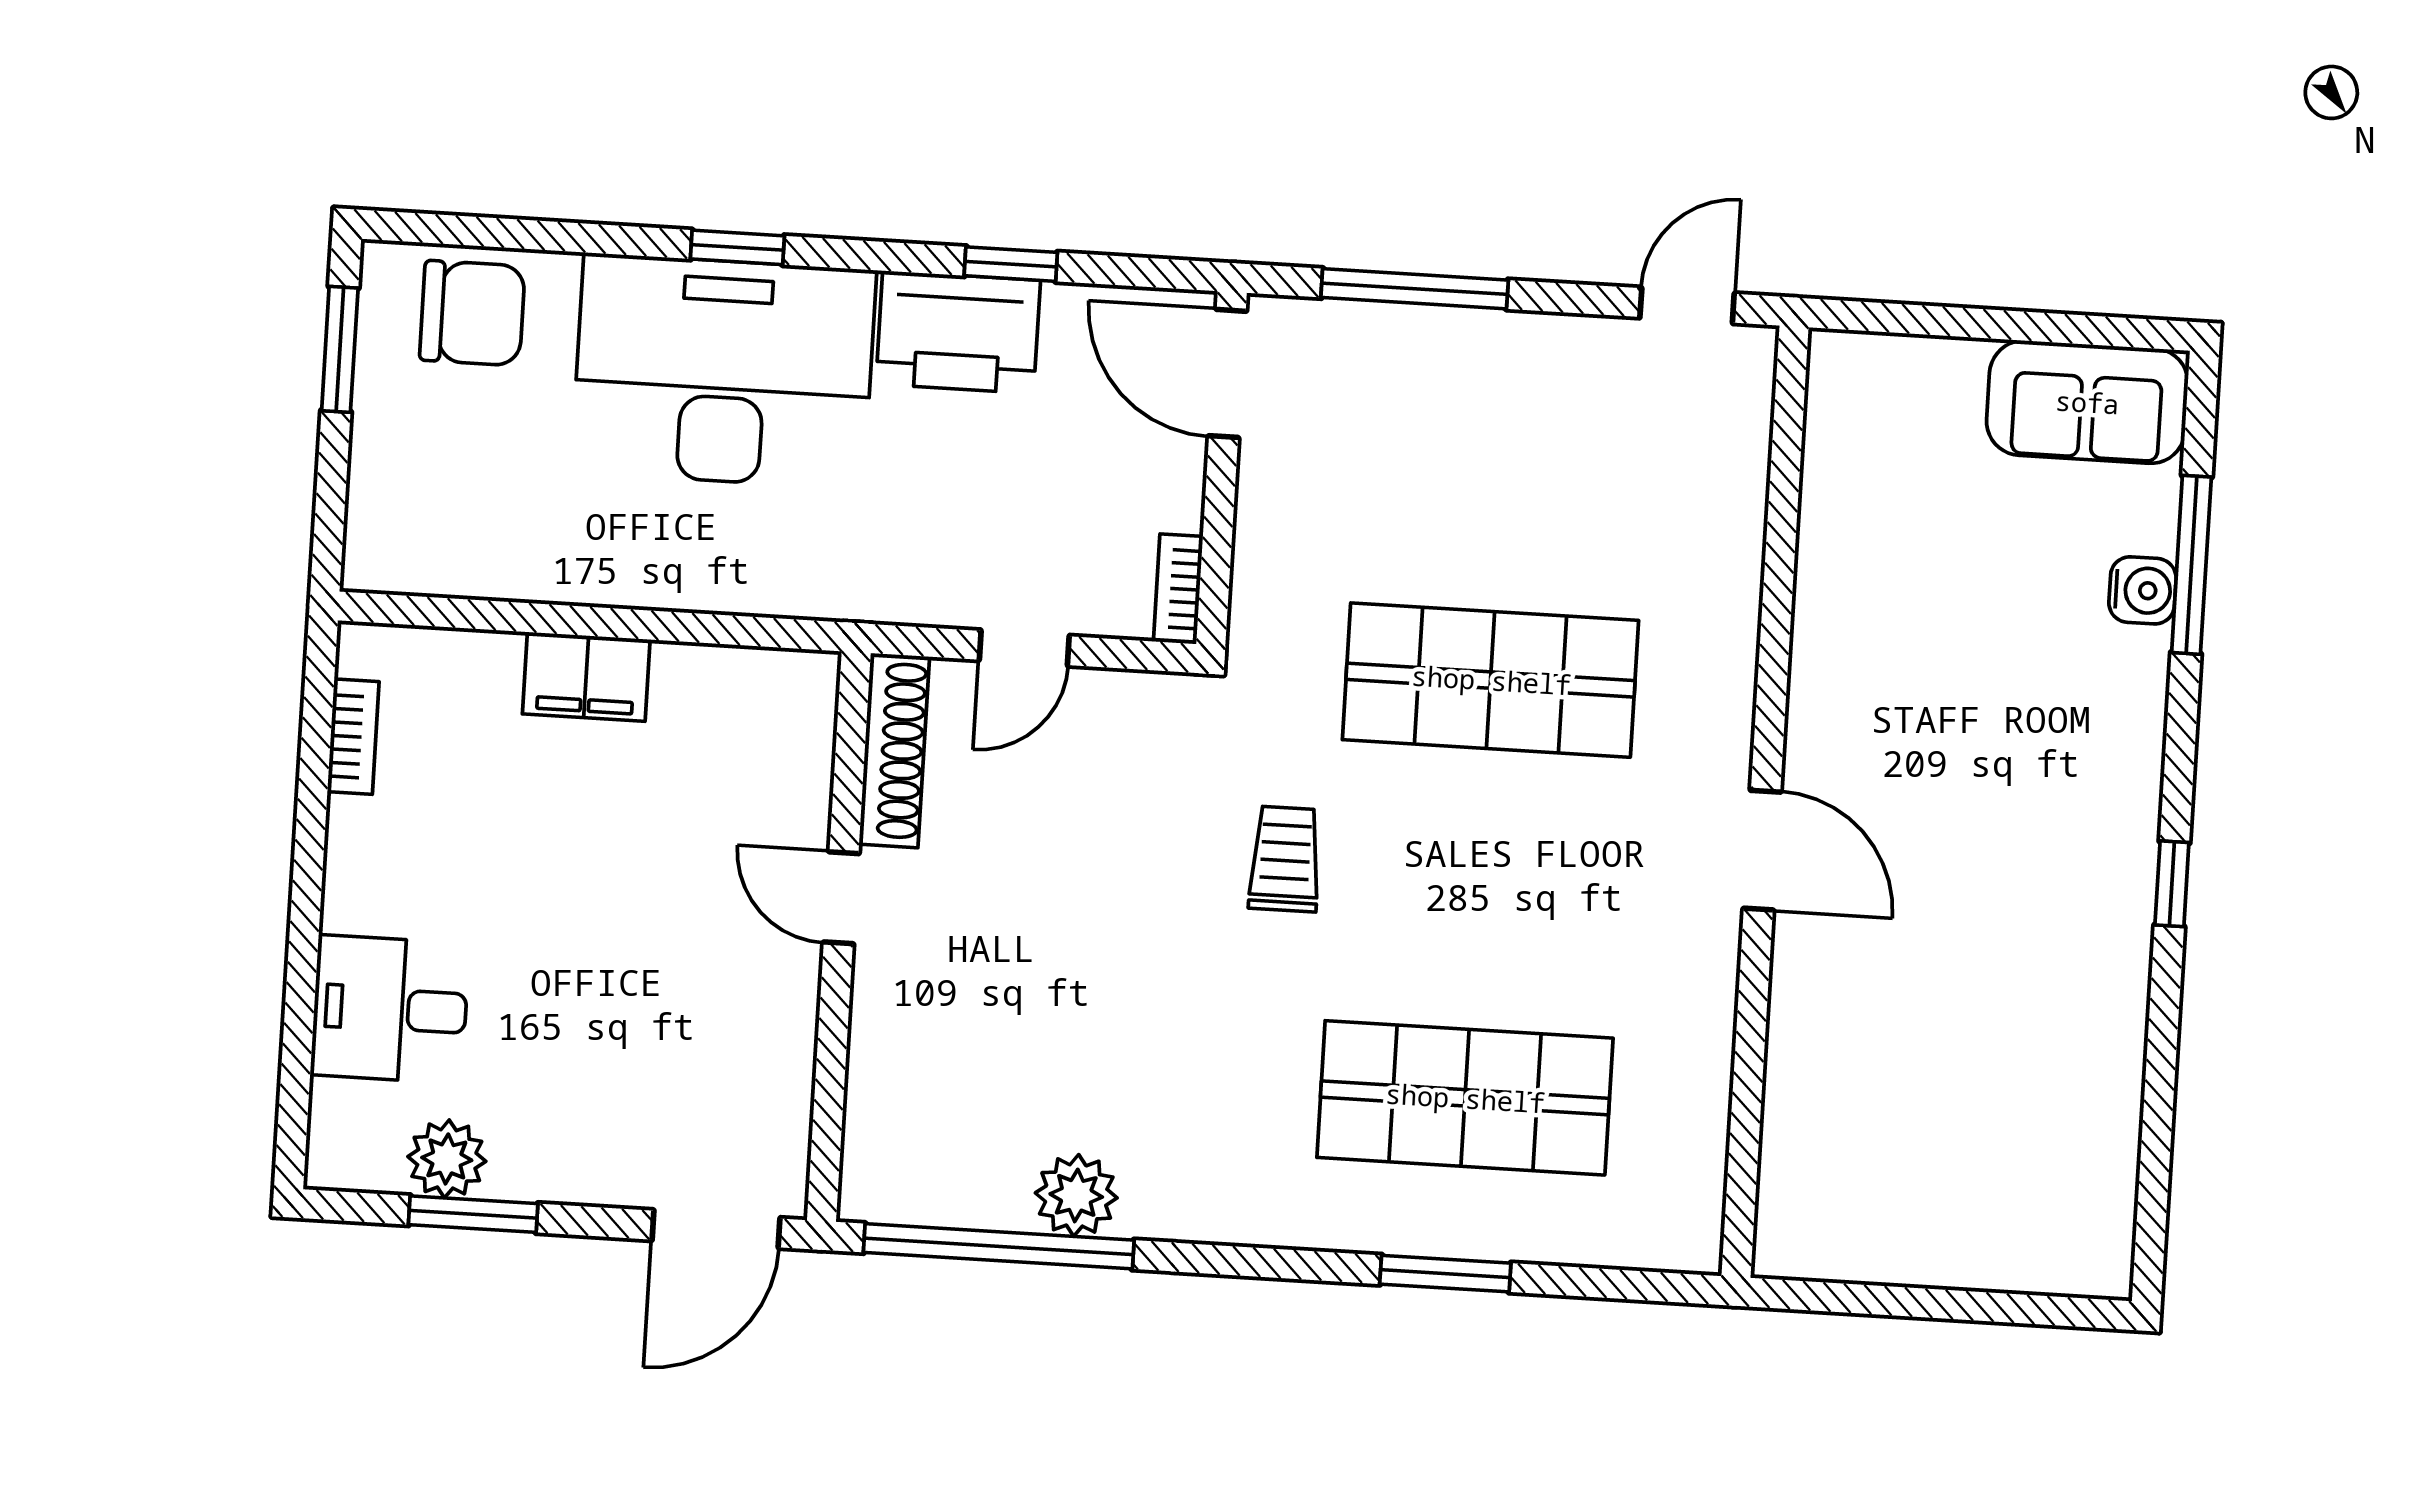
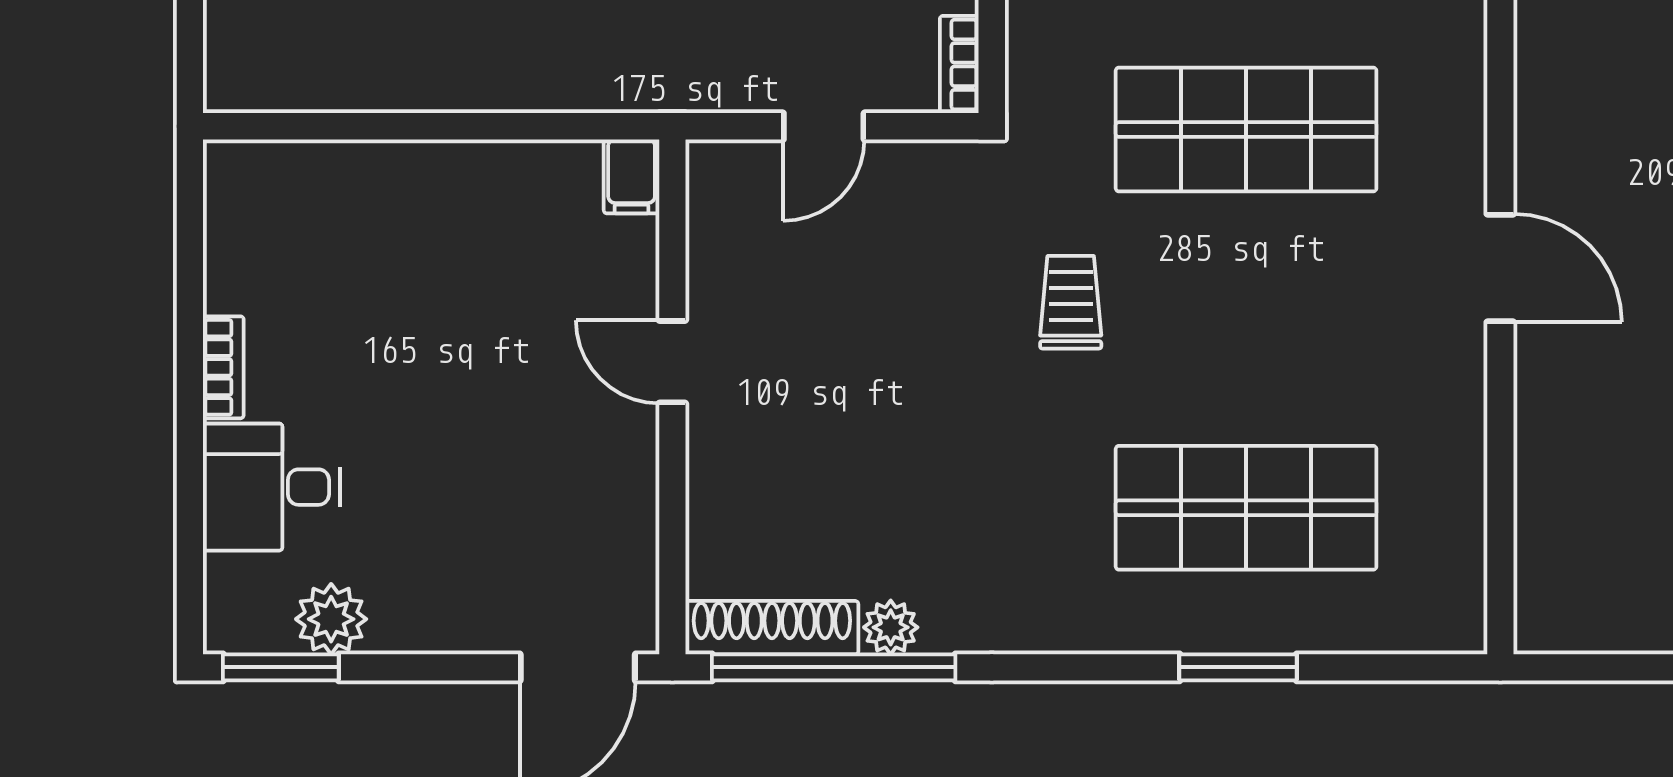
filing cabinet: (586, 677) -> (632, 176), moved, width x0.50
bookcase: (353, 737) -> (223, 367), moved
shoe rack: (894, 750) -> (772, 628), moved, turned -90
plant: (1076, 1195) -> (891, 627), width x0.73, depth x0.73
window: (473, 1214) -> (281, 667), moved

